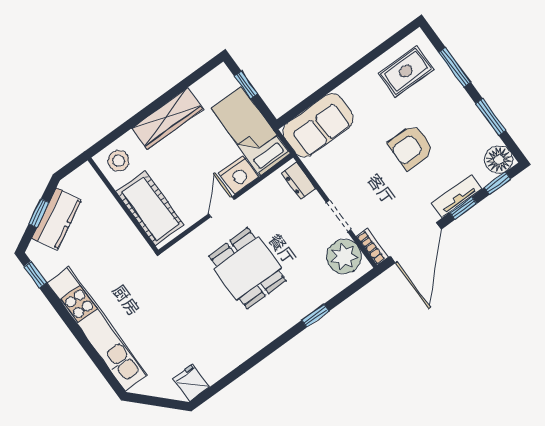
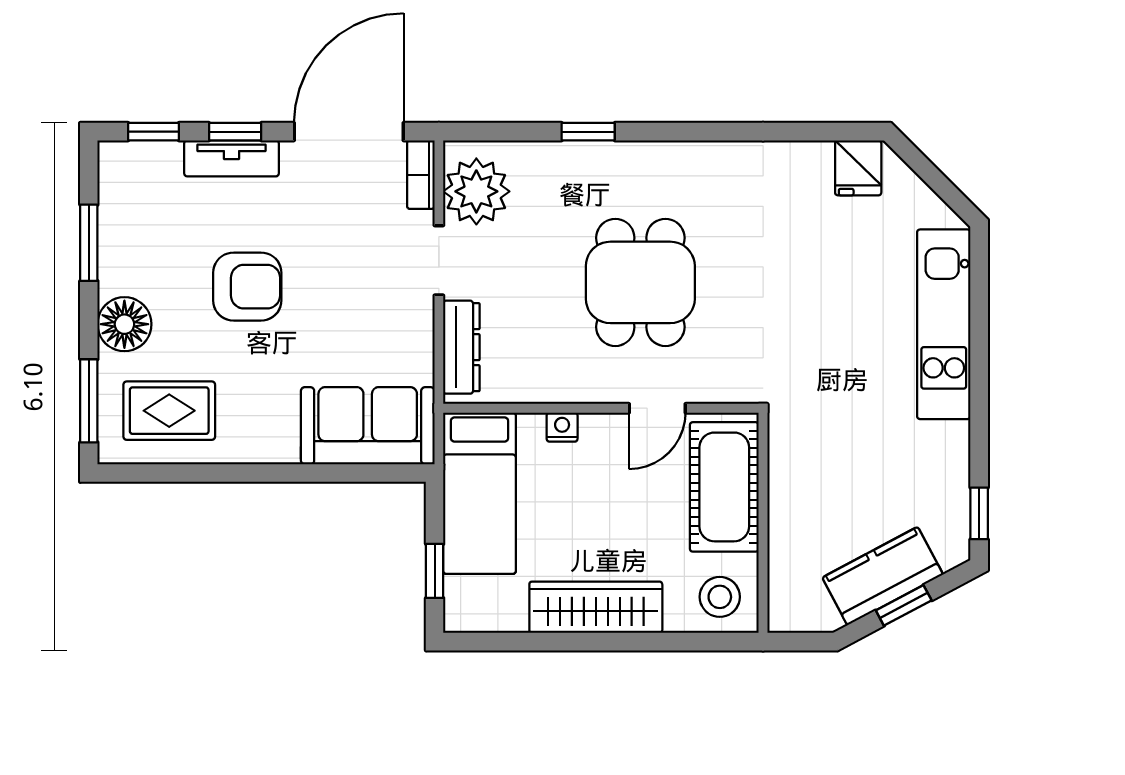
window: (455, 67) -> (89, 401), moved
floor lamp: (499, 160) -> (124, 324), moved
nightstand: (239, 175) -> (562, 427), width x0.53, depth x0.56
dresser: (299, 181) -> (461, 347), width x1.44
door: (221, 207) -> (657, 408), moved
kitchen unit: (97, 329) -> (944, 324), width x0.73

